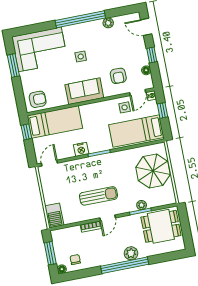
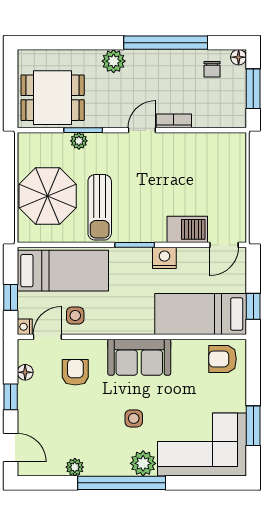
plant: (71, 32) -> (143, 463), added
sun lounger: (98, 196) -> (100, 207), moved, turned -90
barbecue: (54, 215) -> (187, 229), moved, turned 90
window: (125, 265) -> (166, 43), moved

